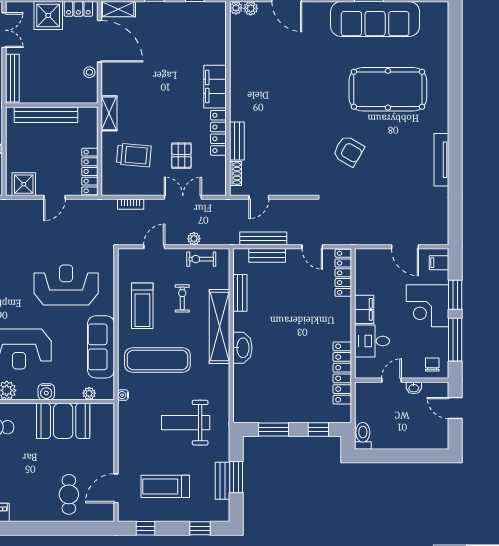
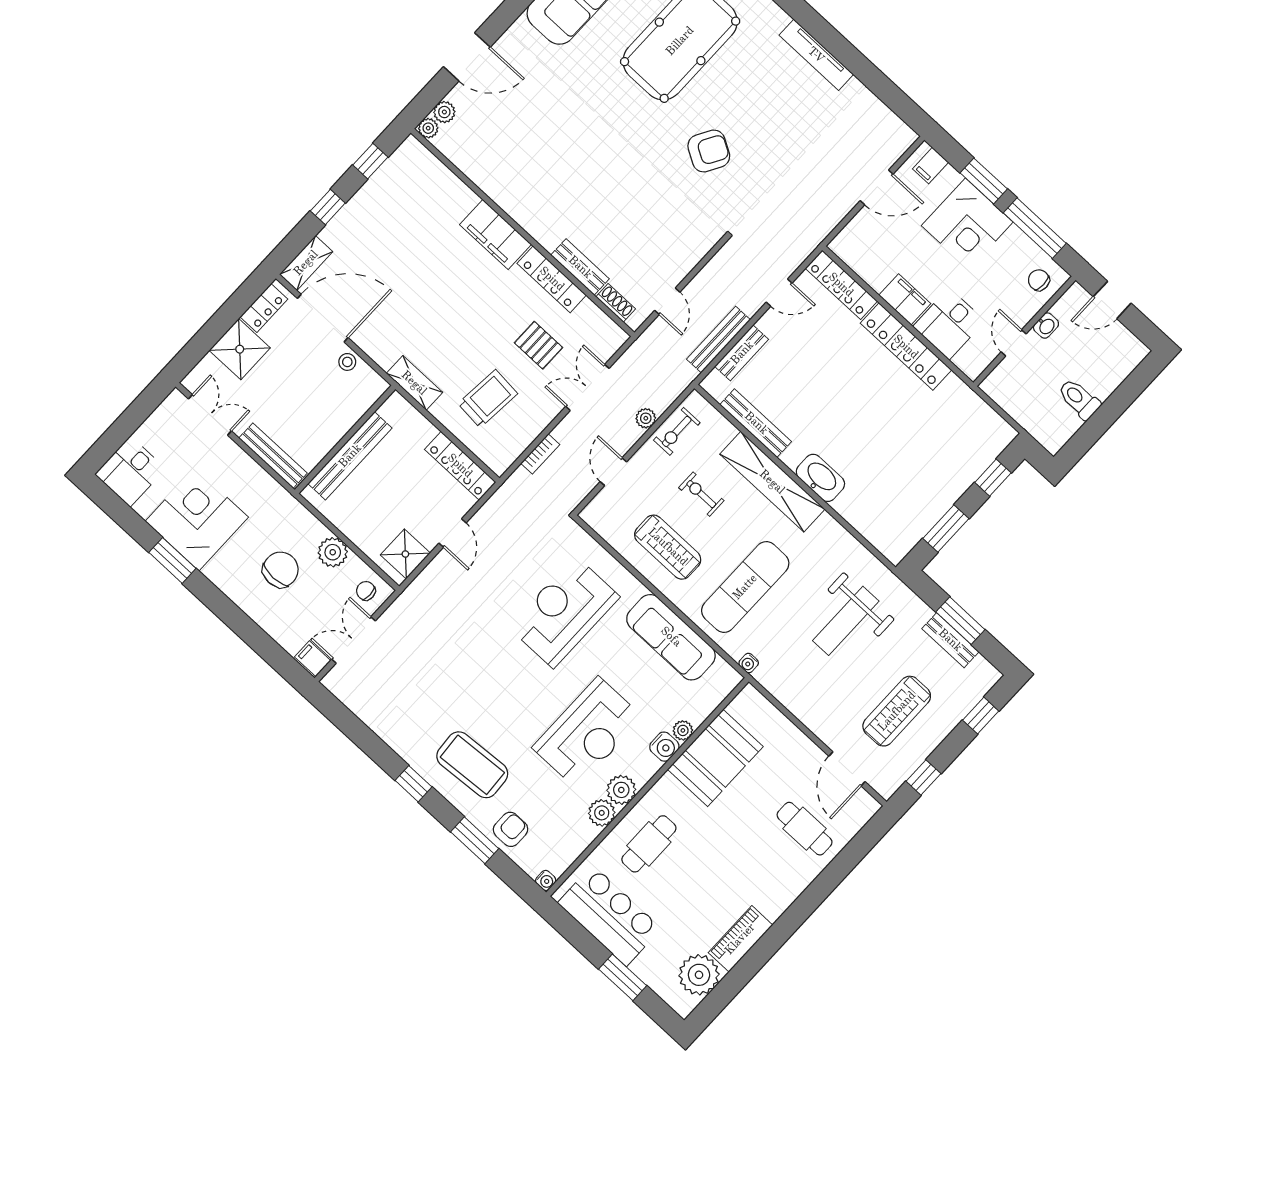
bench: (240, 293) -> (756, 423), width x1.36
locker: (342, 373) -> (906, 347), moved
plant: (89, 393) -> (683, 730), moved
toilet: (363, 436) -> (1079, 399), moved

